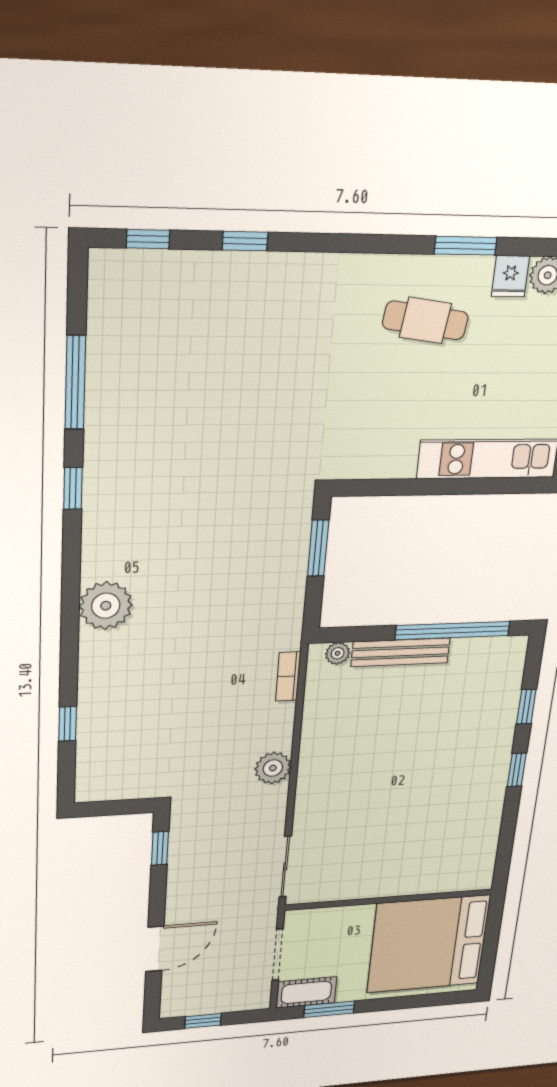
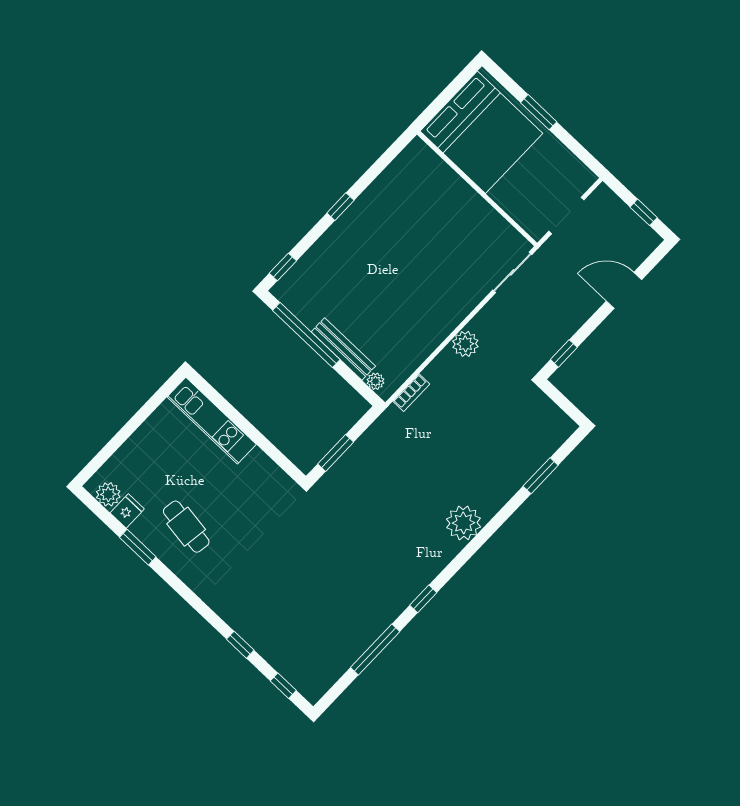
window: (526, 707) -> (283, 267), moved
window: (68, 724) -> (541, 476), width x1.50
cot: (306, 992) -> (574, 171), removed
window: (329, 1009) -> (539, 112), moved

